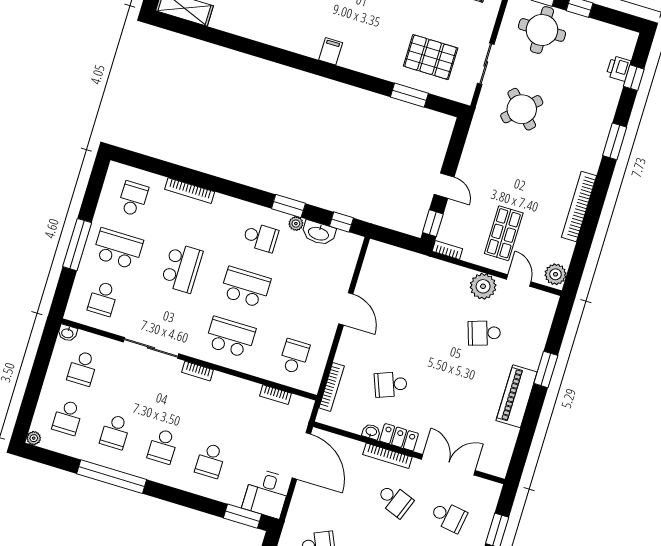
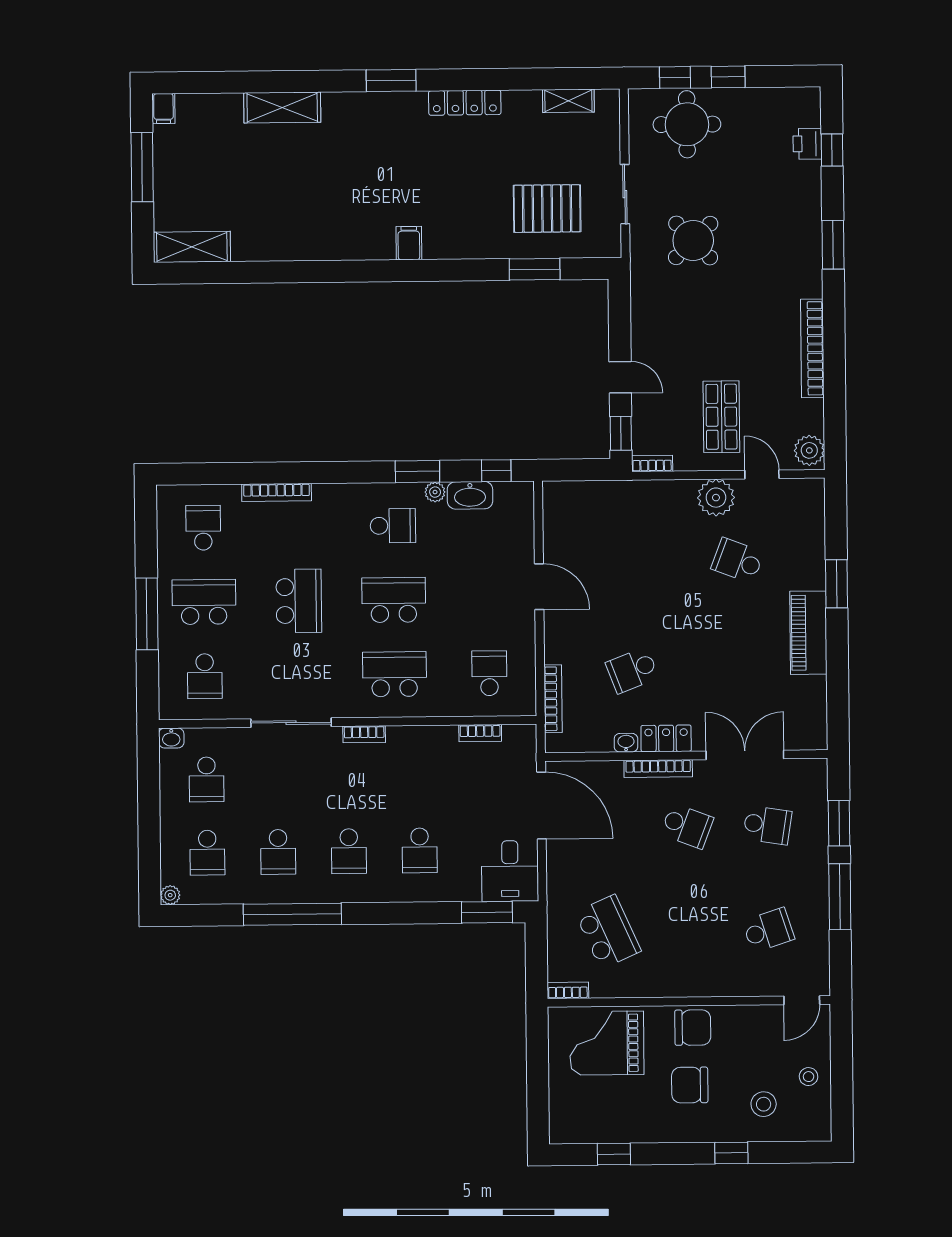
school desk: (484, 333) -> (737, 561), turned 39

